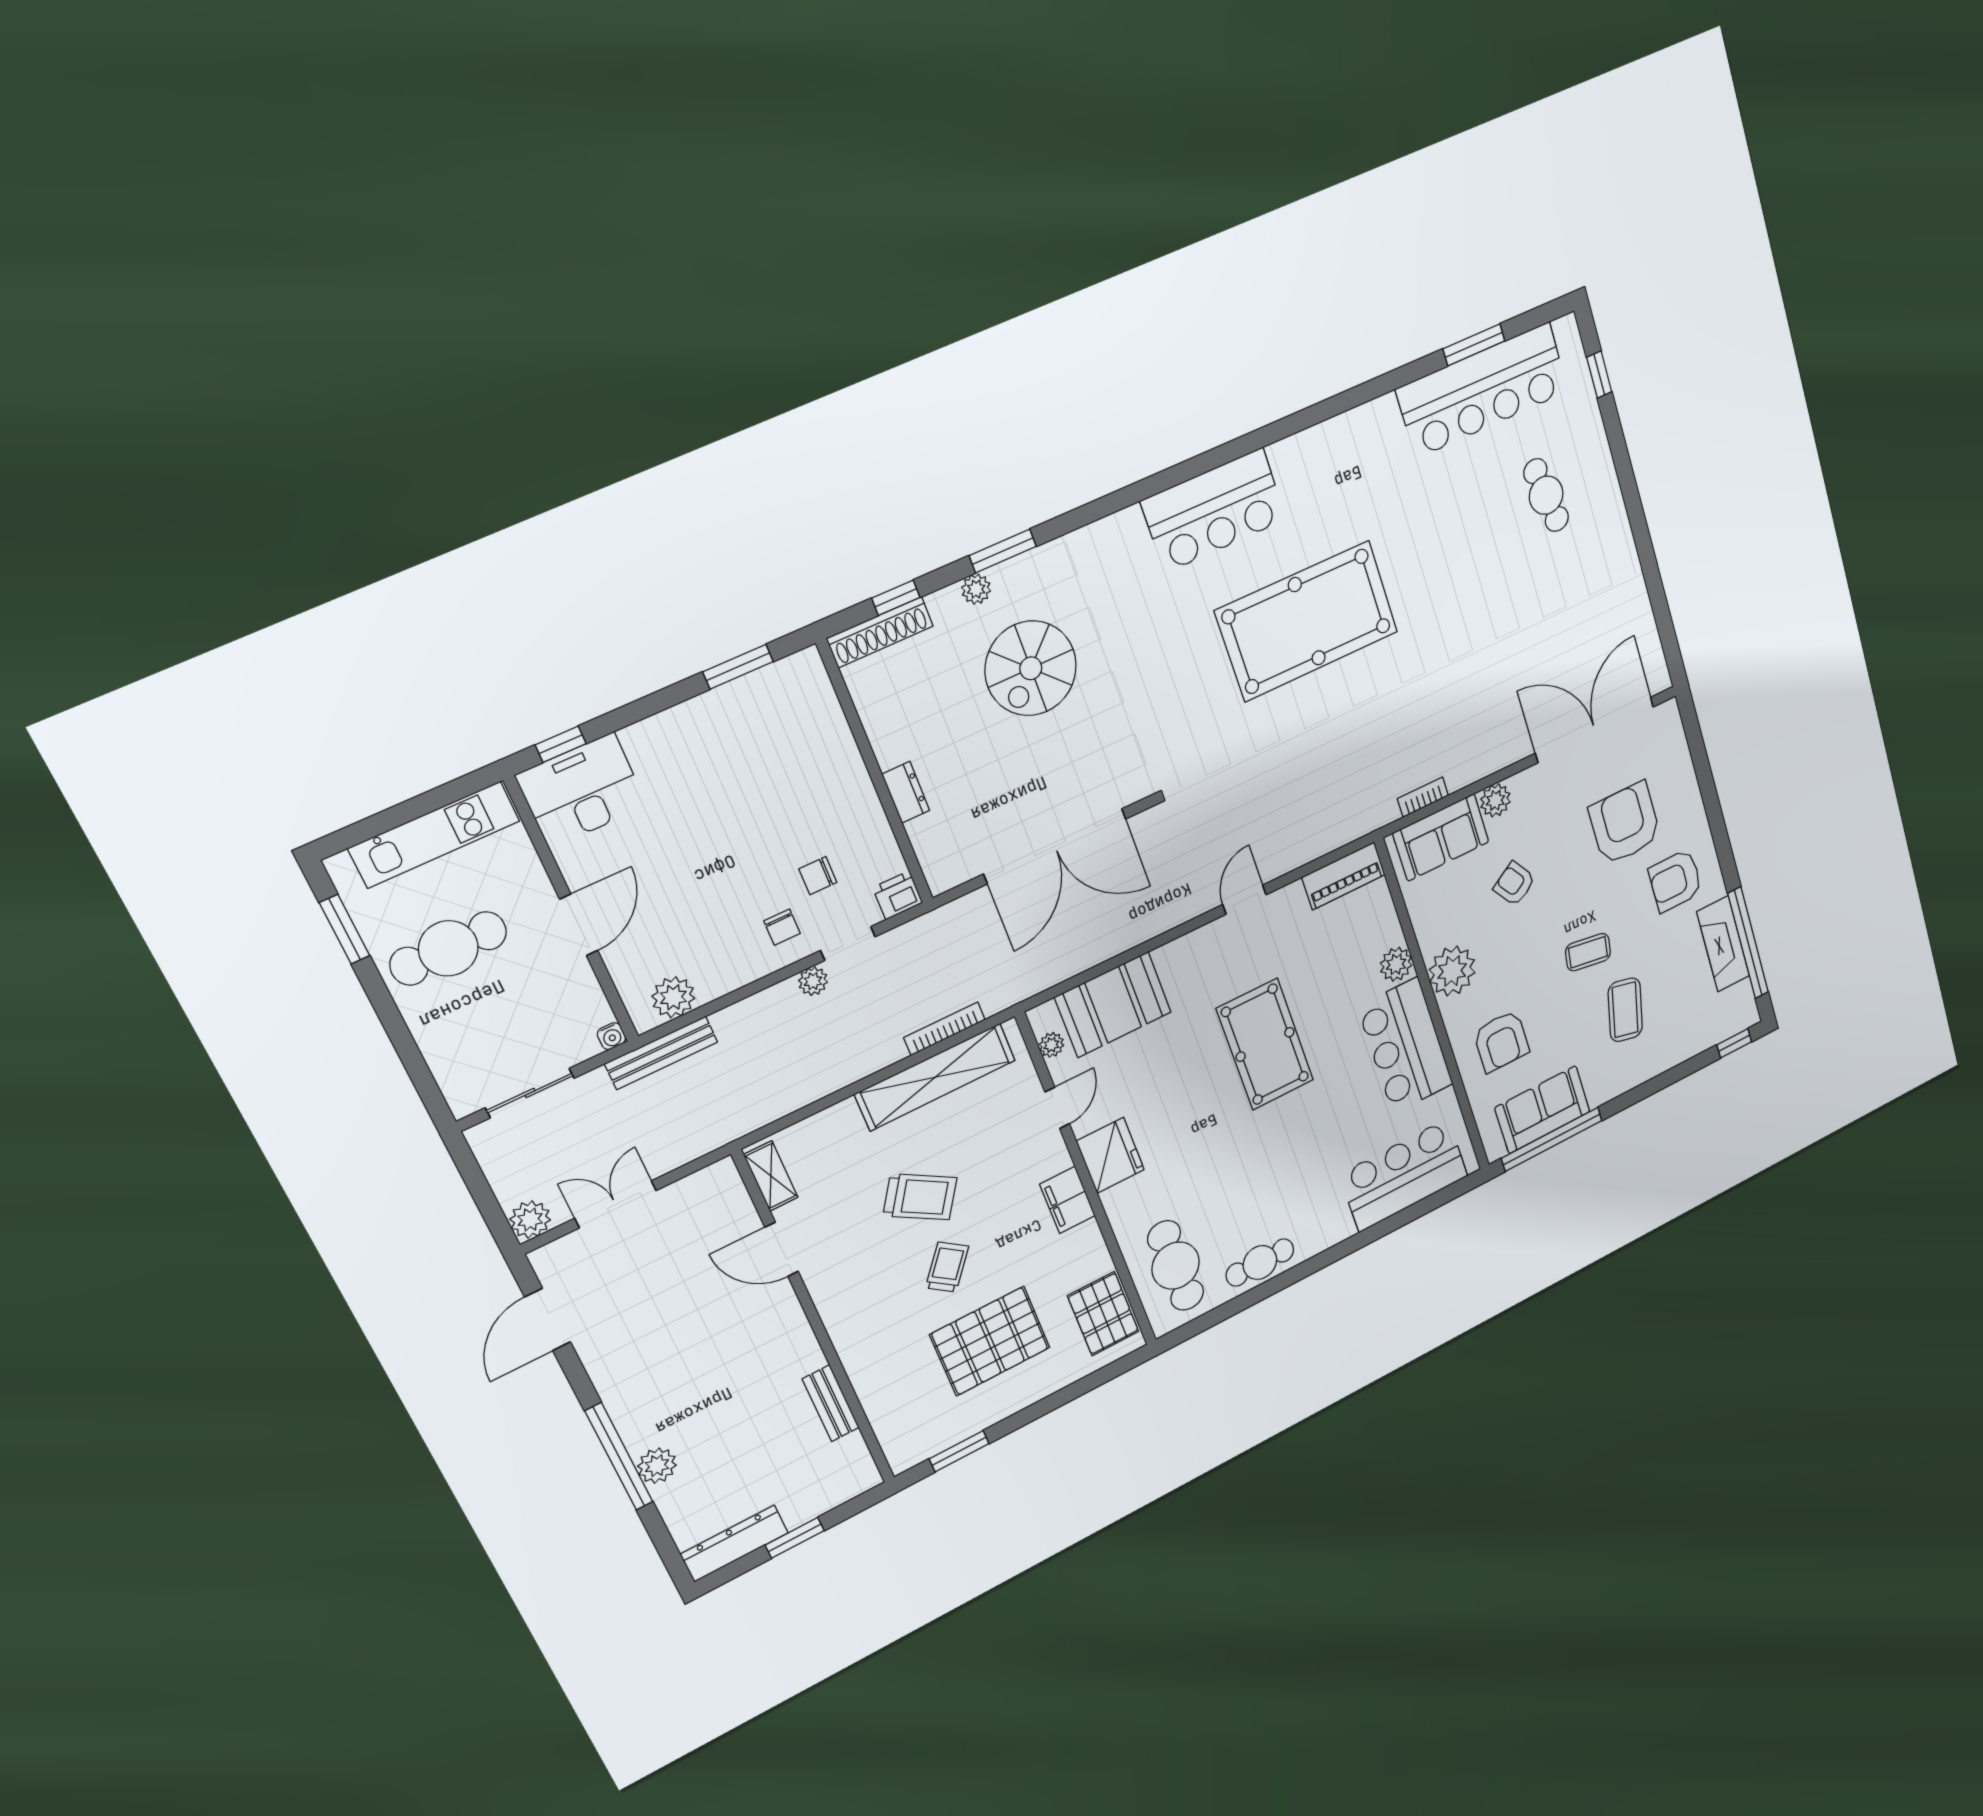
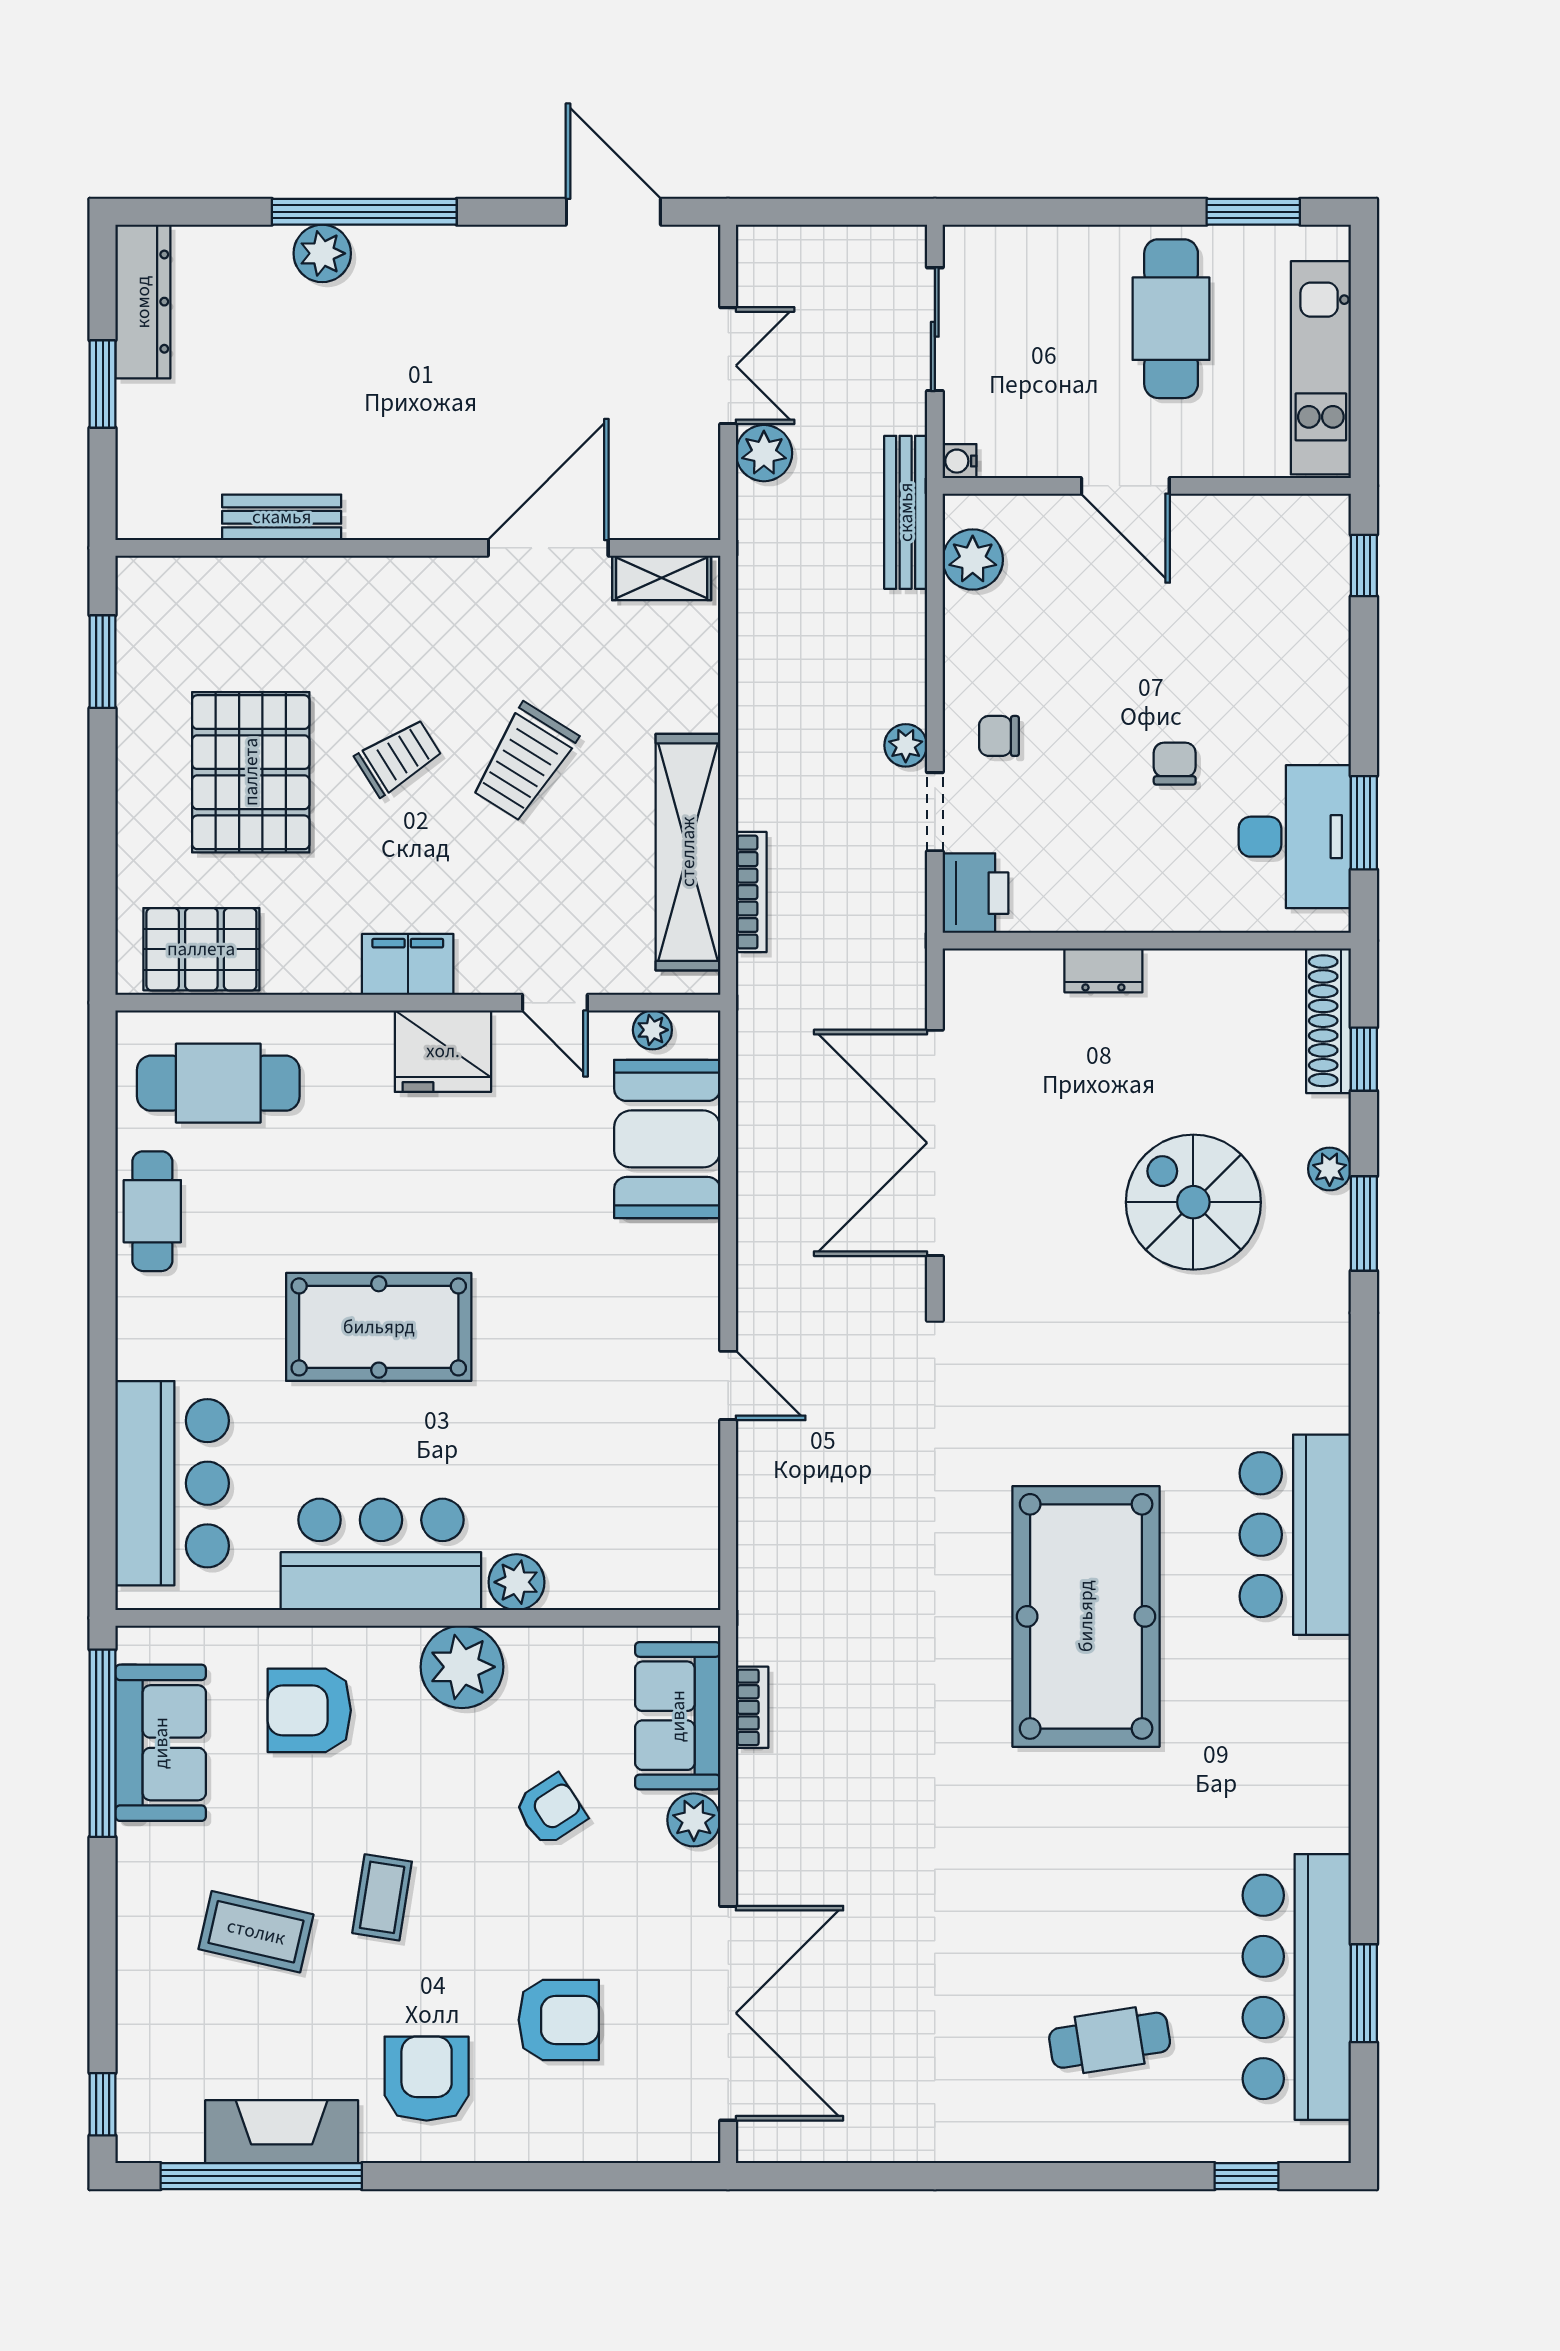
desk: (582, 791) -> (1295, 837), moved
armchair: (1625, 824) -> (559, 2020), width x0.73, depth x0.73
chair: (818, 876) -> (1175, 764), moved
piano: (1343, 876) -> (692, 1546), removed
printer: (898, 895) -> (975, 893), width x1.36, depth x1.24
pool table: (1265, 1044) -> (379, 1327), moved
plant: (530, 1220) -> (764, 453), moved
door: (782, 1249) -> (548, 548), width x1.36
trolley: (947, 1267) -> (399, 757), turned -69

